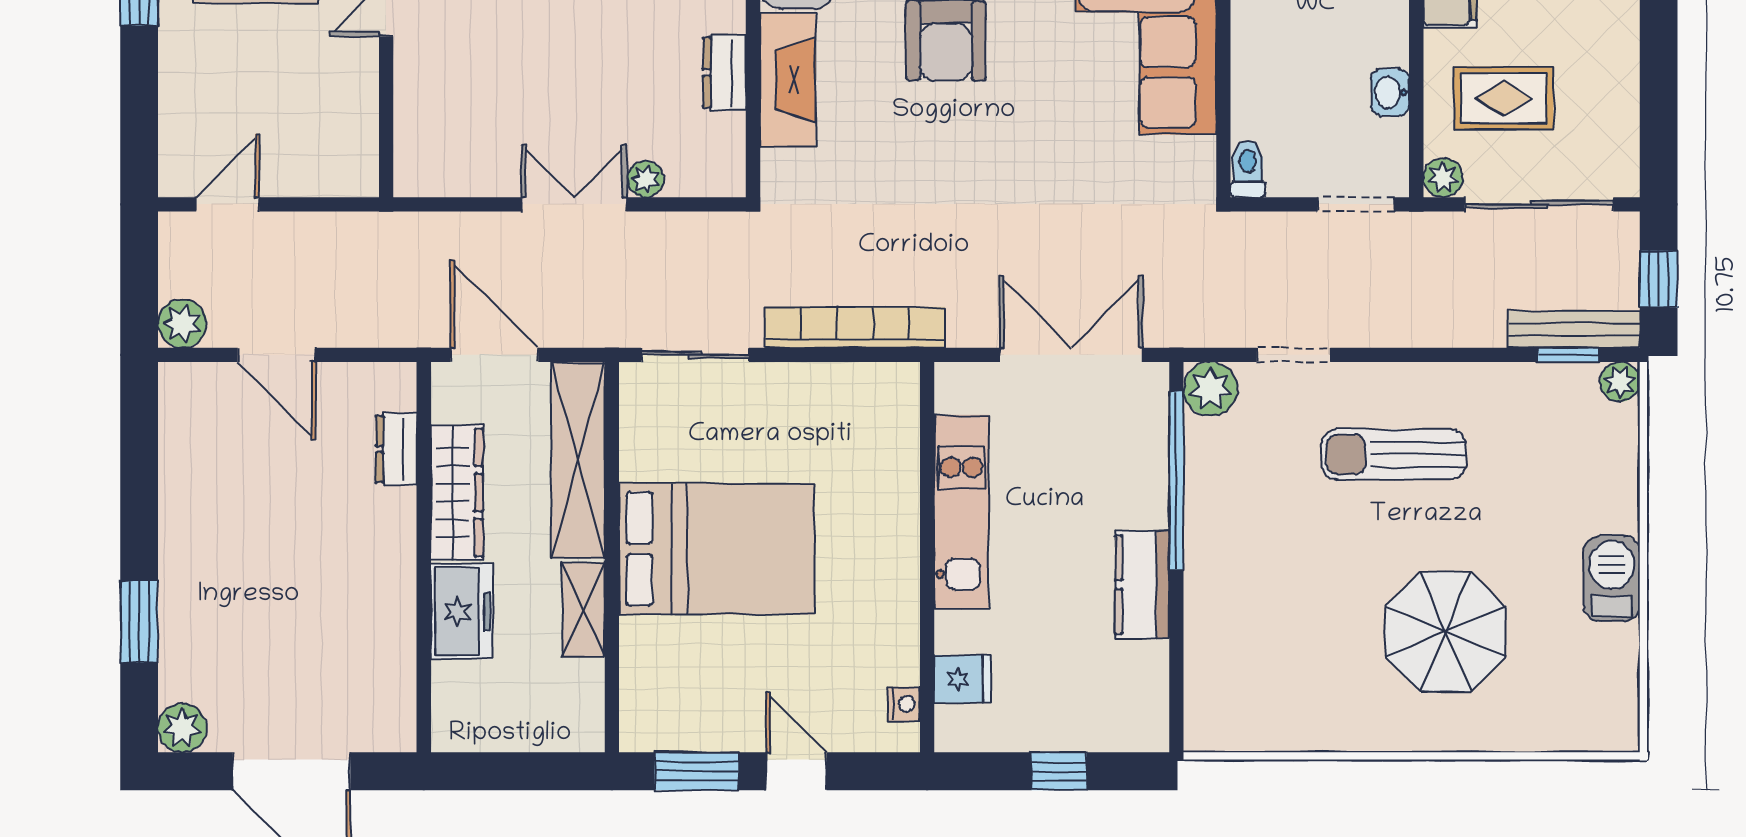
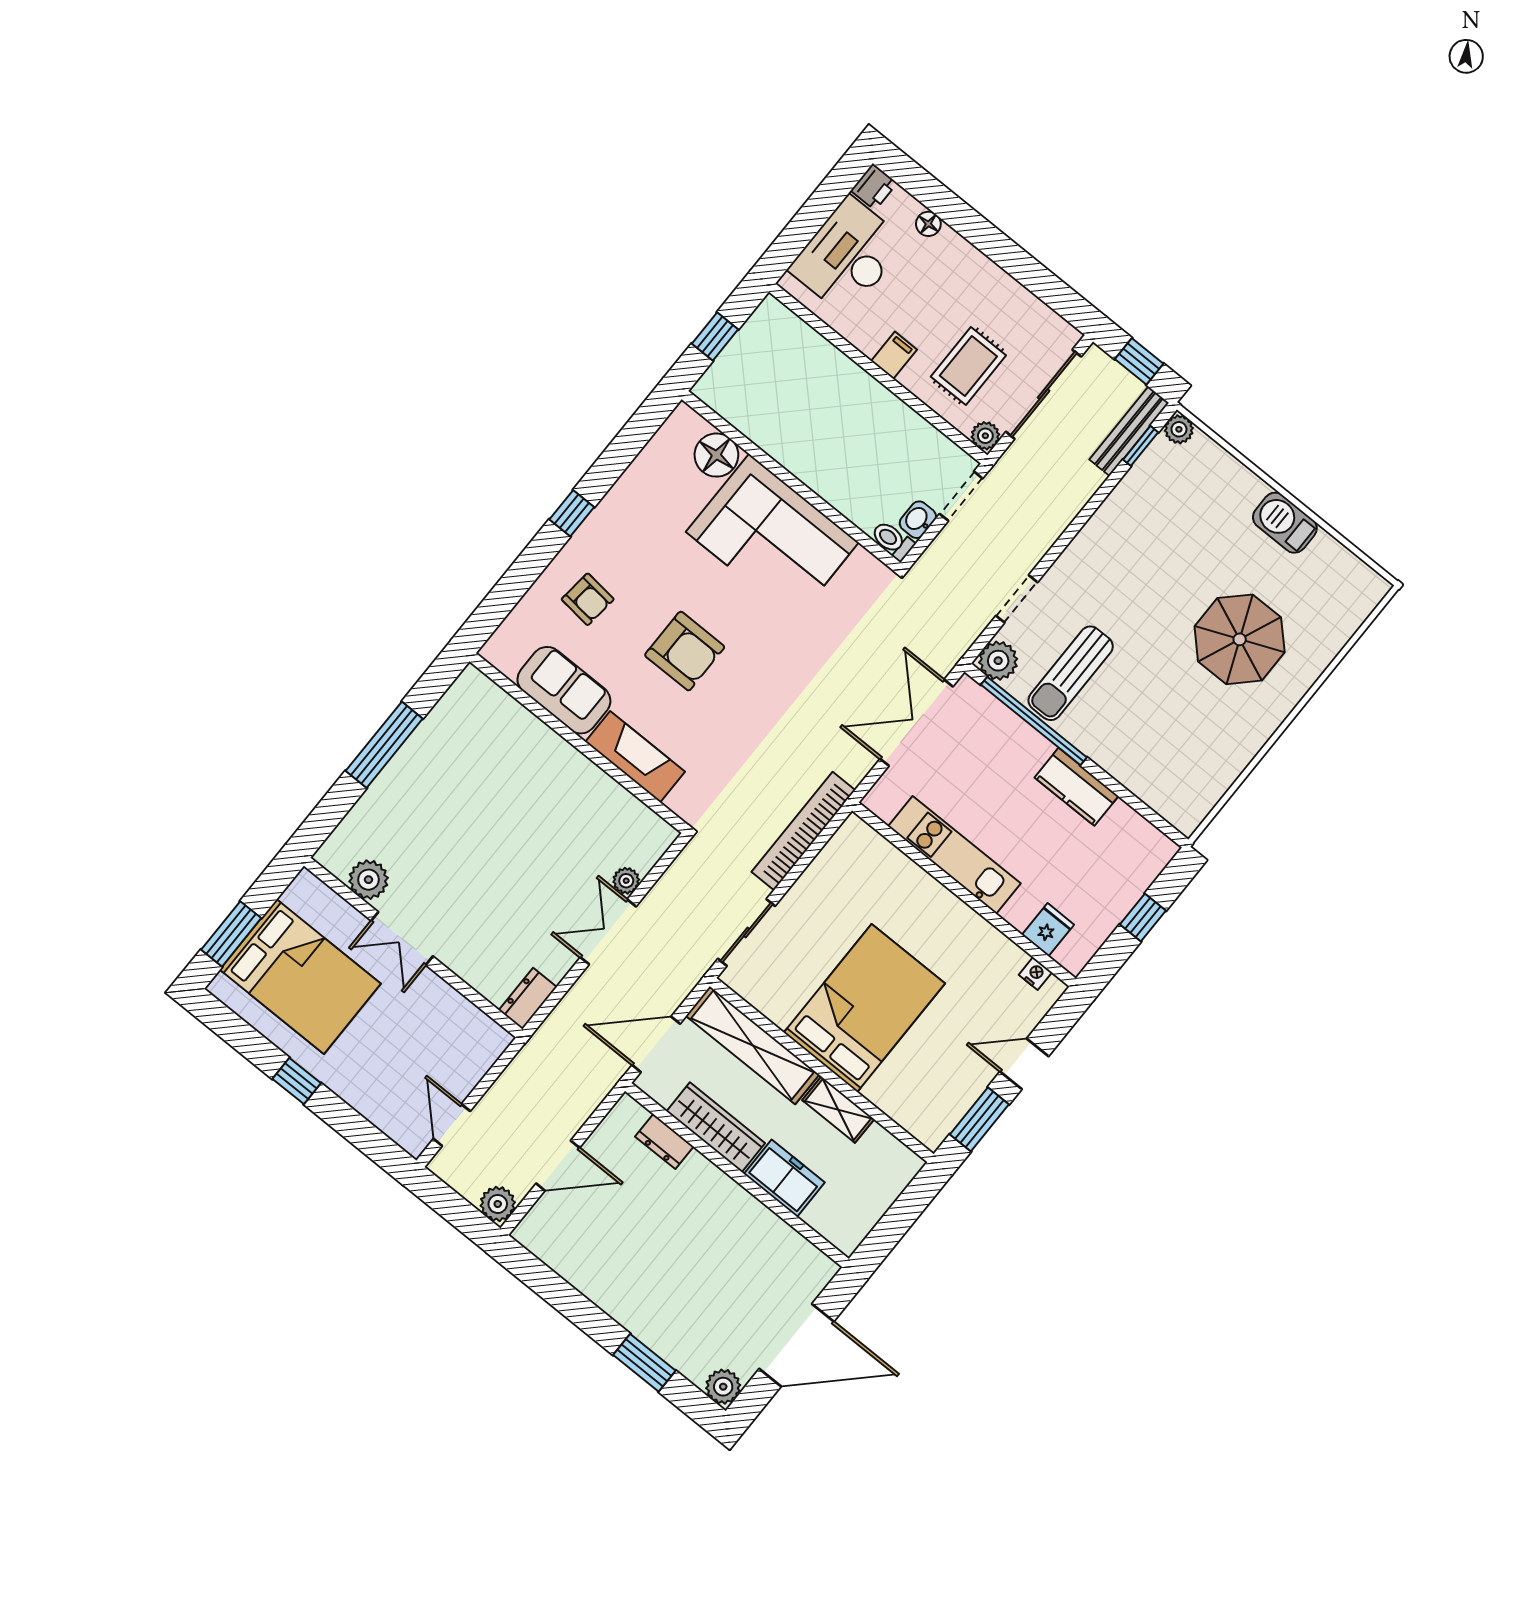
dresser: (724, 73) -> (528, 999), moved, turned 90
washbasin: (1390, 92) -> (918, 520), moved, turned 90
sun lounger: (1394, 454) -> (1071, 673), moved

